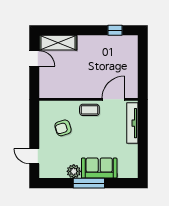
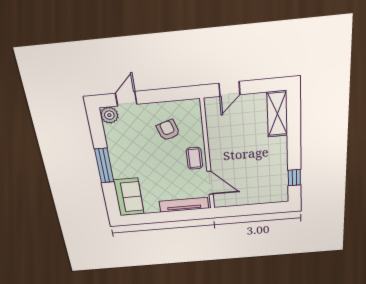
door: (34, 58) -> (229, 89), moved
sofa: (99, 168) -> (129, 197), moved
plant: (74, 171) -> (109, 115), moved

